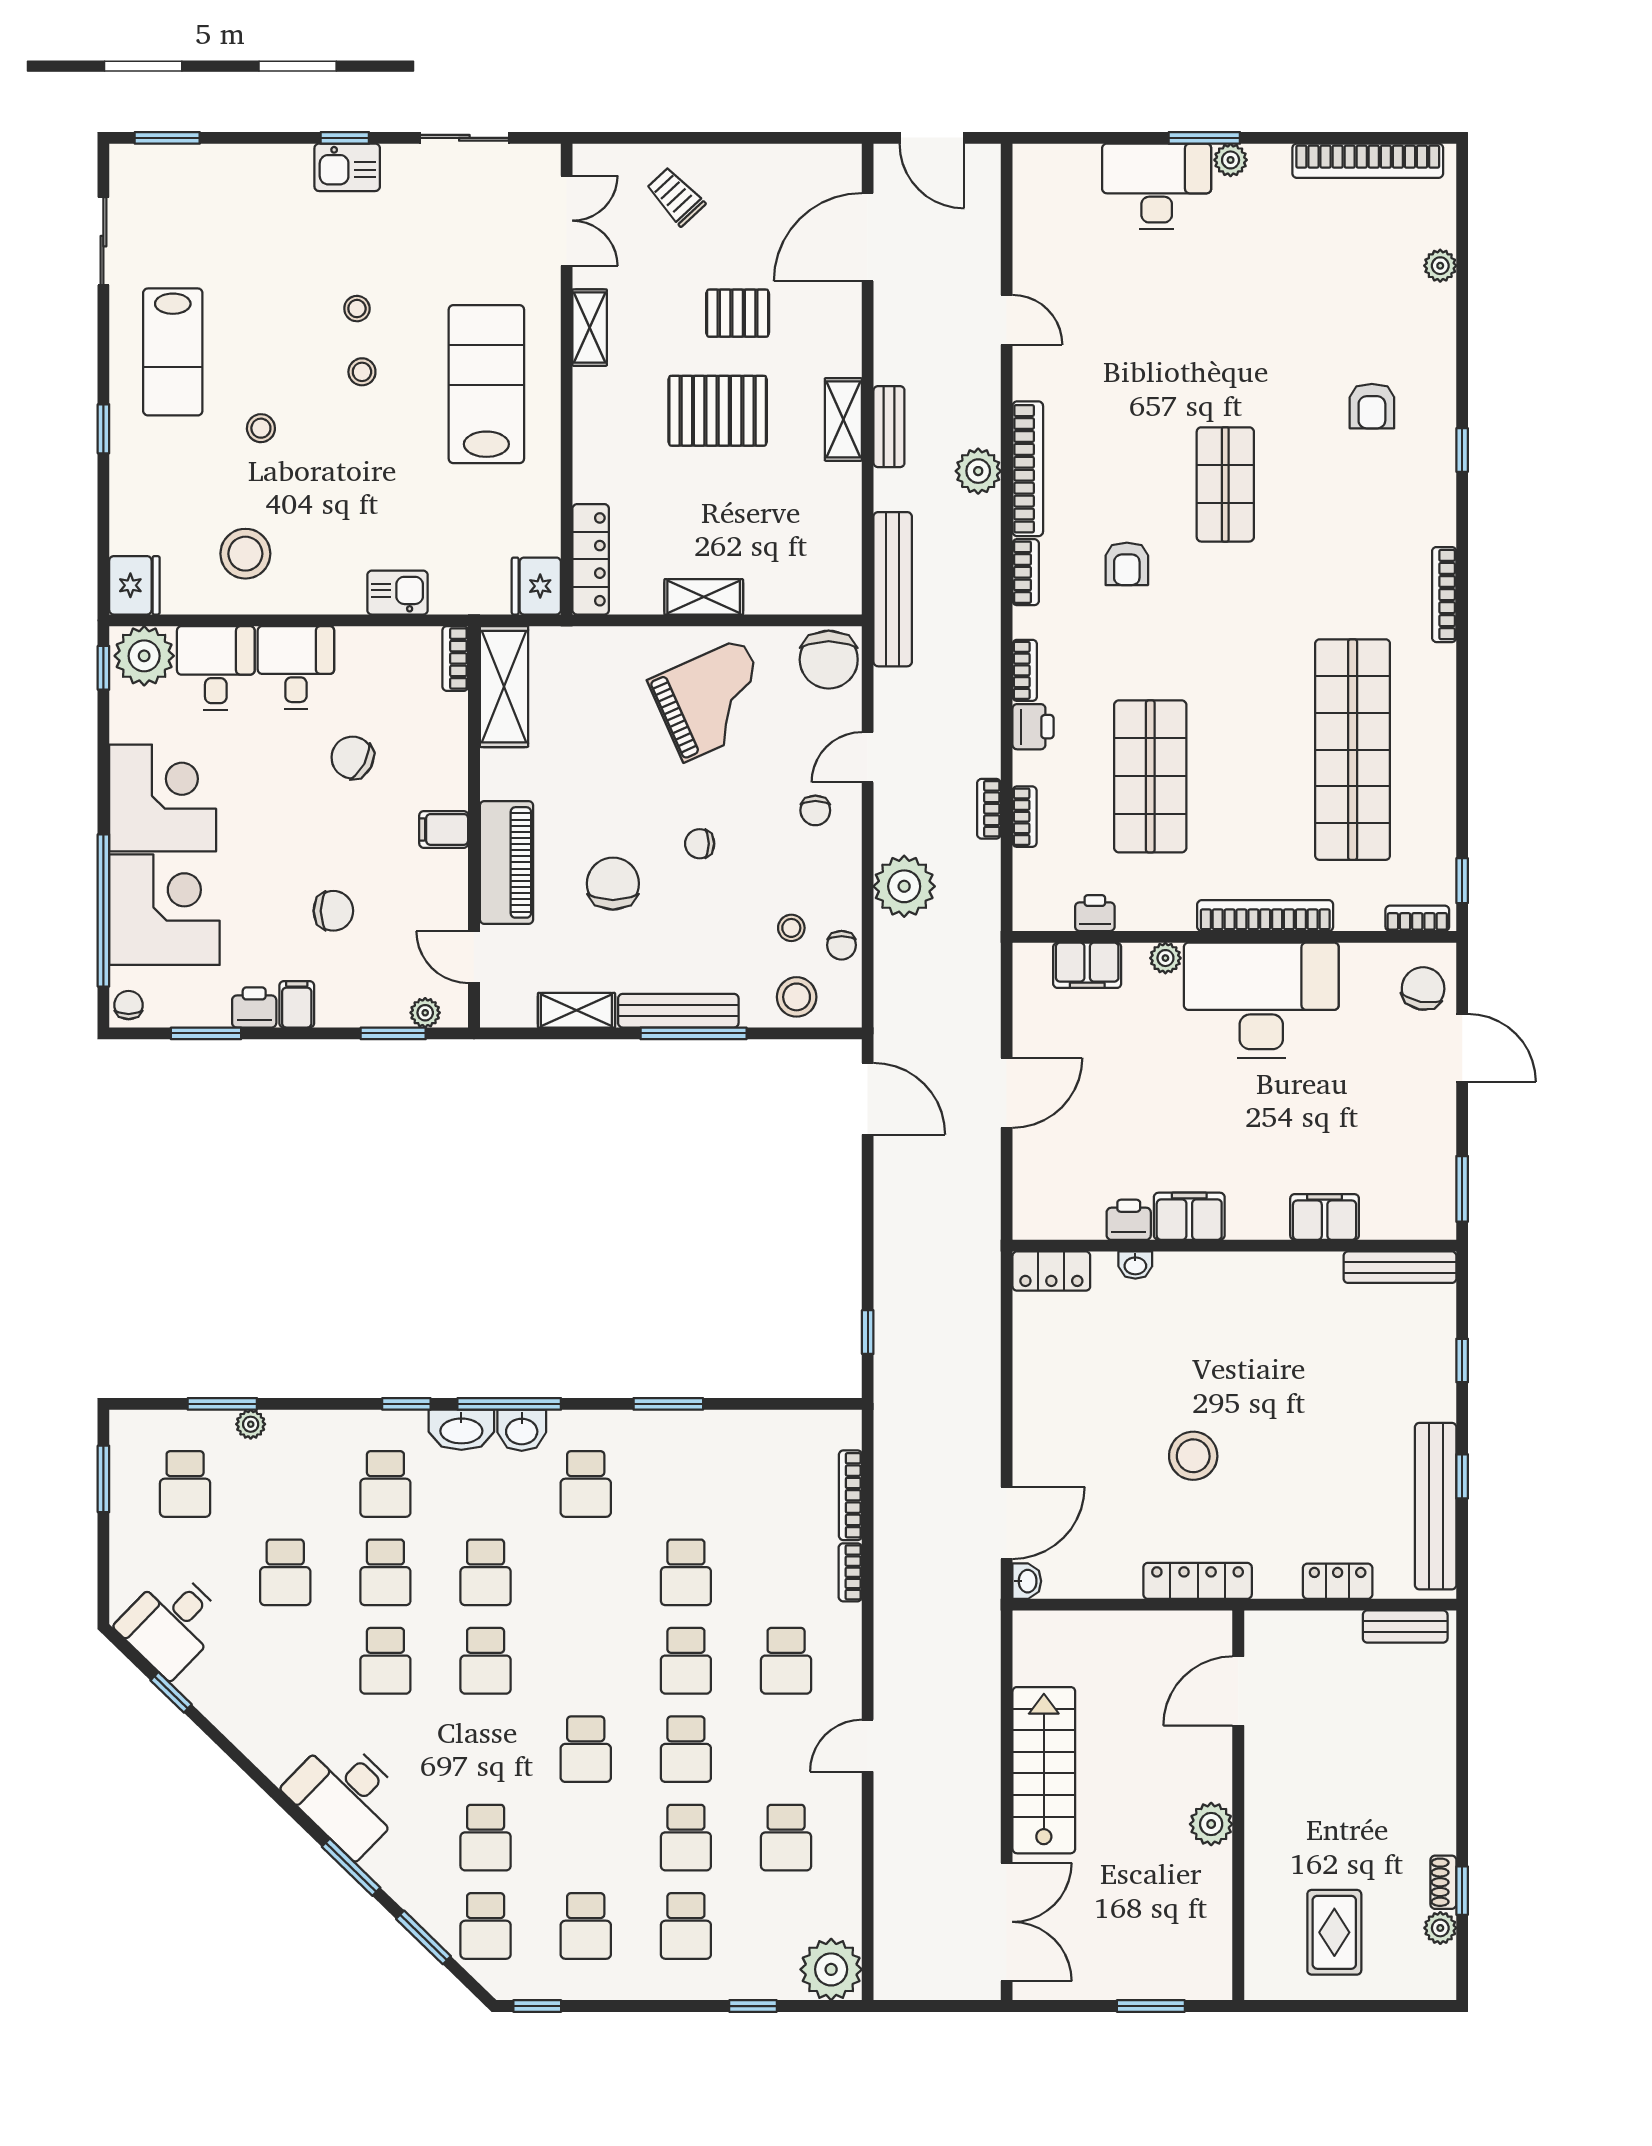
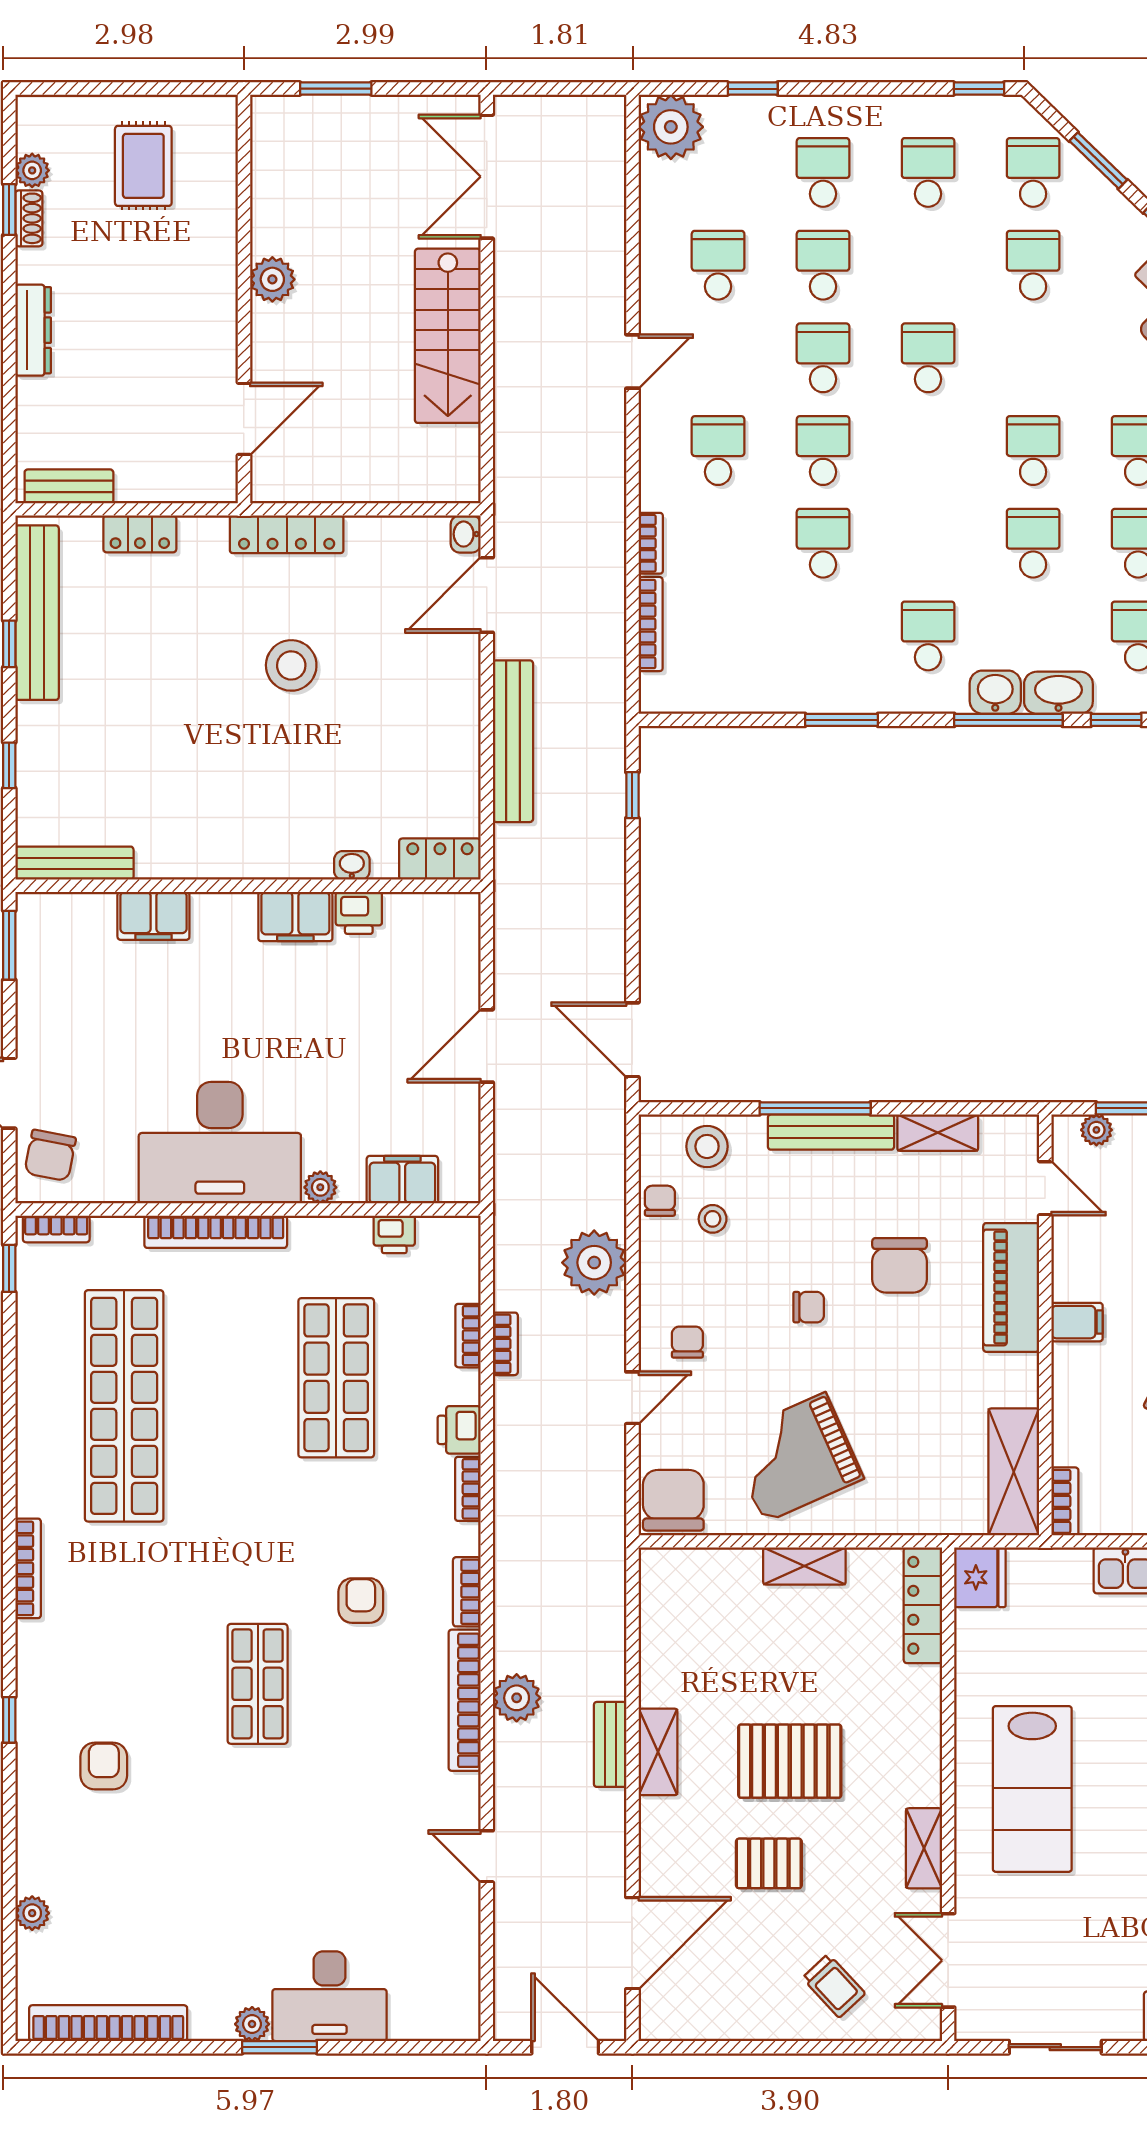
bench: (893, 589) -> (513, 741), moved
dresser: (1439, 1776) -> (33, 330), added

